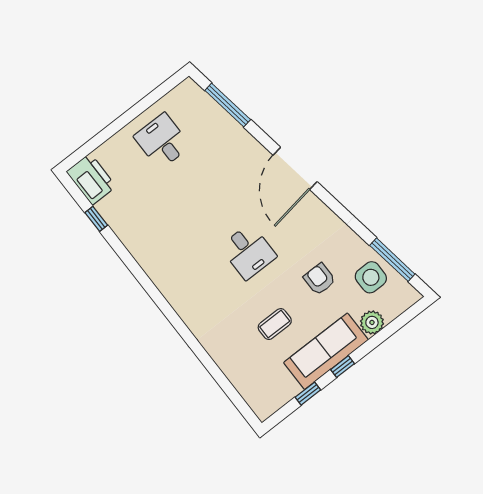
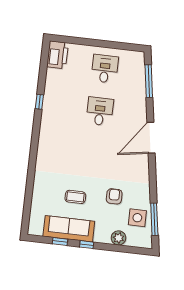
window: (96, 219) -> (39, 102), moved
desk: (248, 252) -> (100, 111), moved, turned 180
sofa: (326, 351) -> (69, 229), moved

